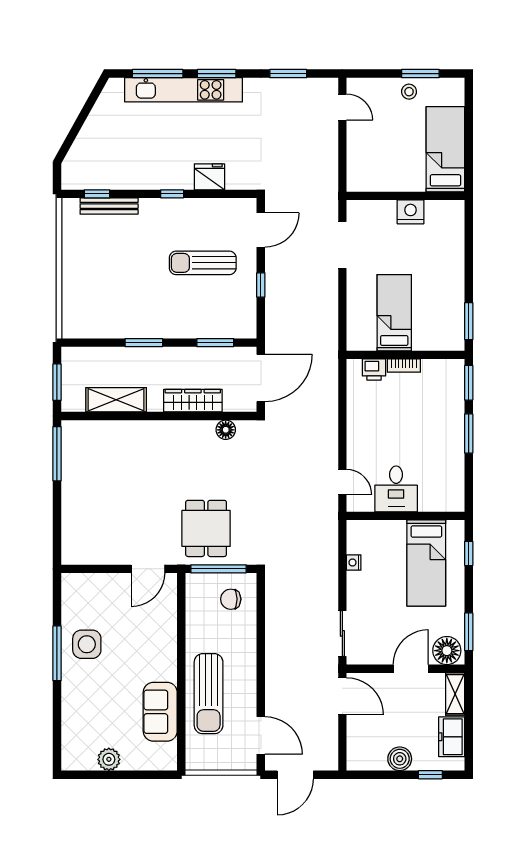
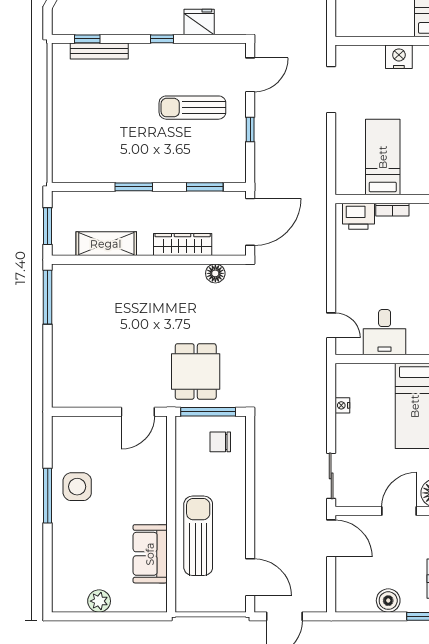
printer: (374, 370) -> (358, 216), width x1.36, depth x1.24
sun lounger: (209, 694) -> (198, 536), turned 180

